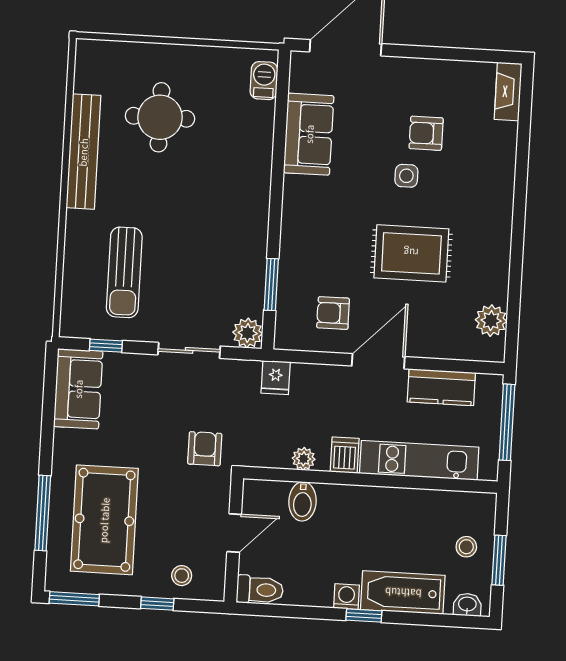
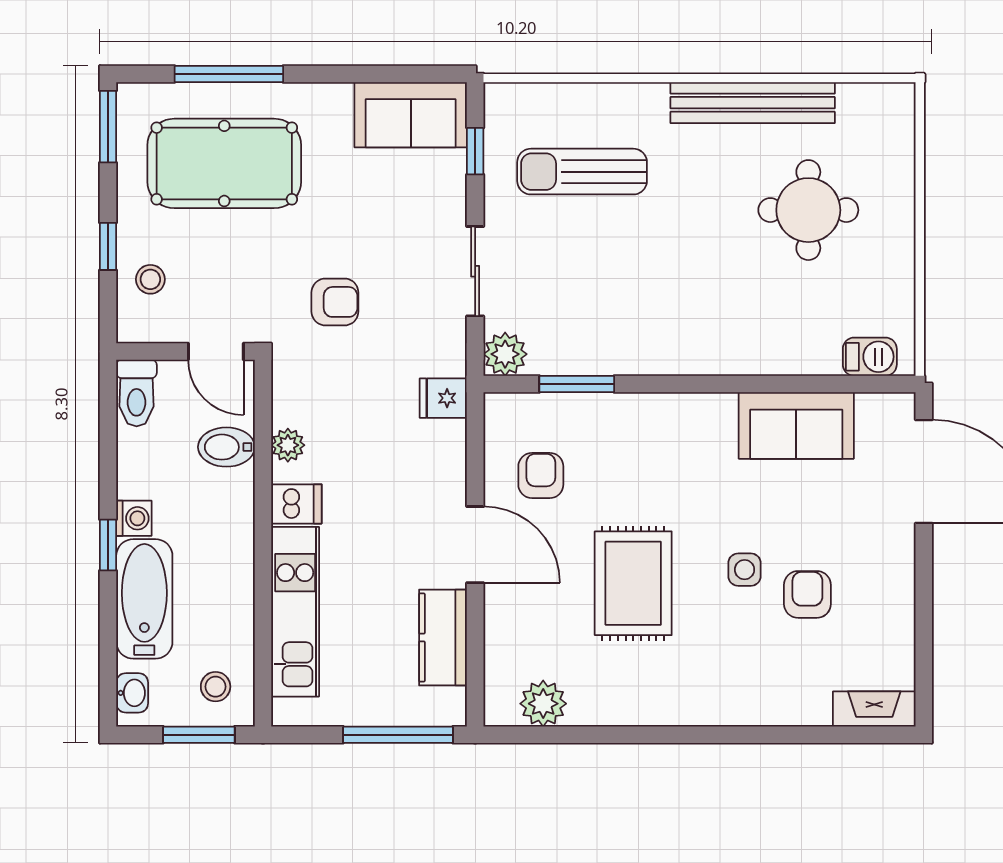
dishwasher: (345, 455) -> (296, 504), moved
plant: (304, 459) -> (288, 445), moved
kitchen unit: (419, 460) -> (295, 612), moved
wall: (370, 480) -> (263, 543), moved
bidet: (302, 501) -> (226, 447), moved

